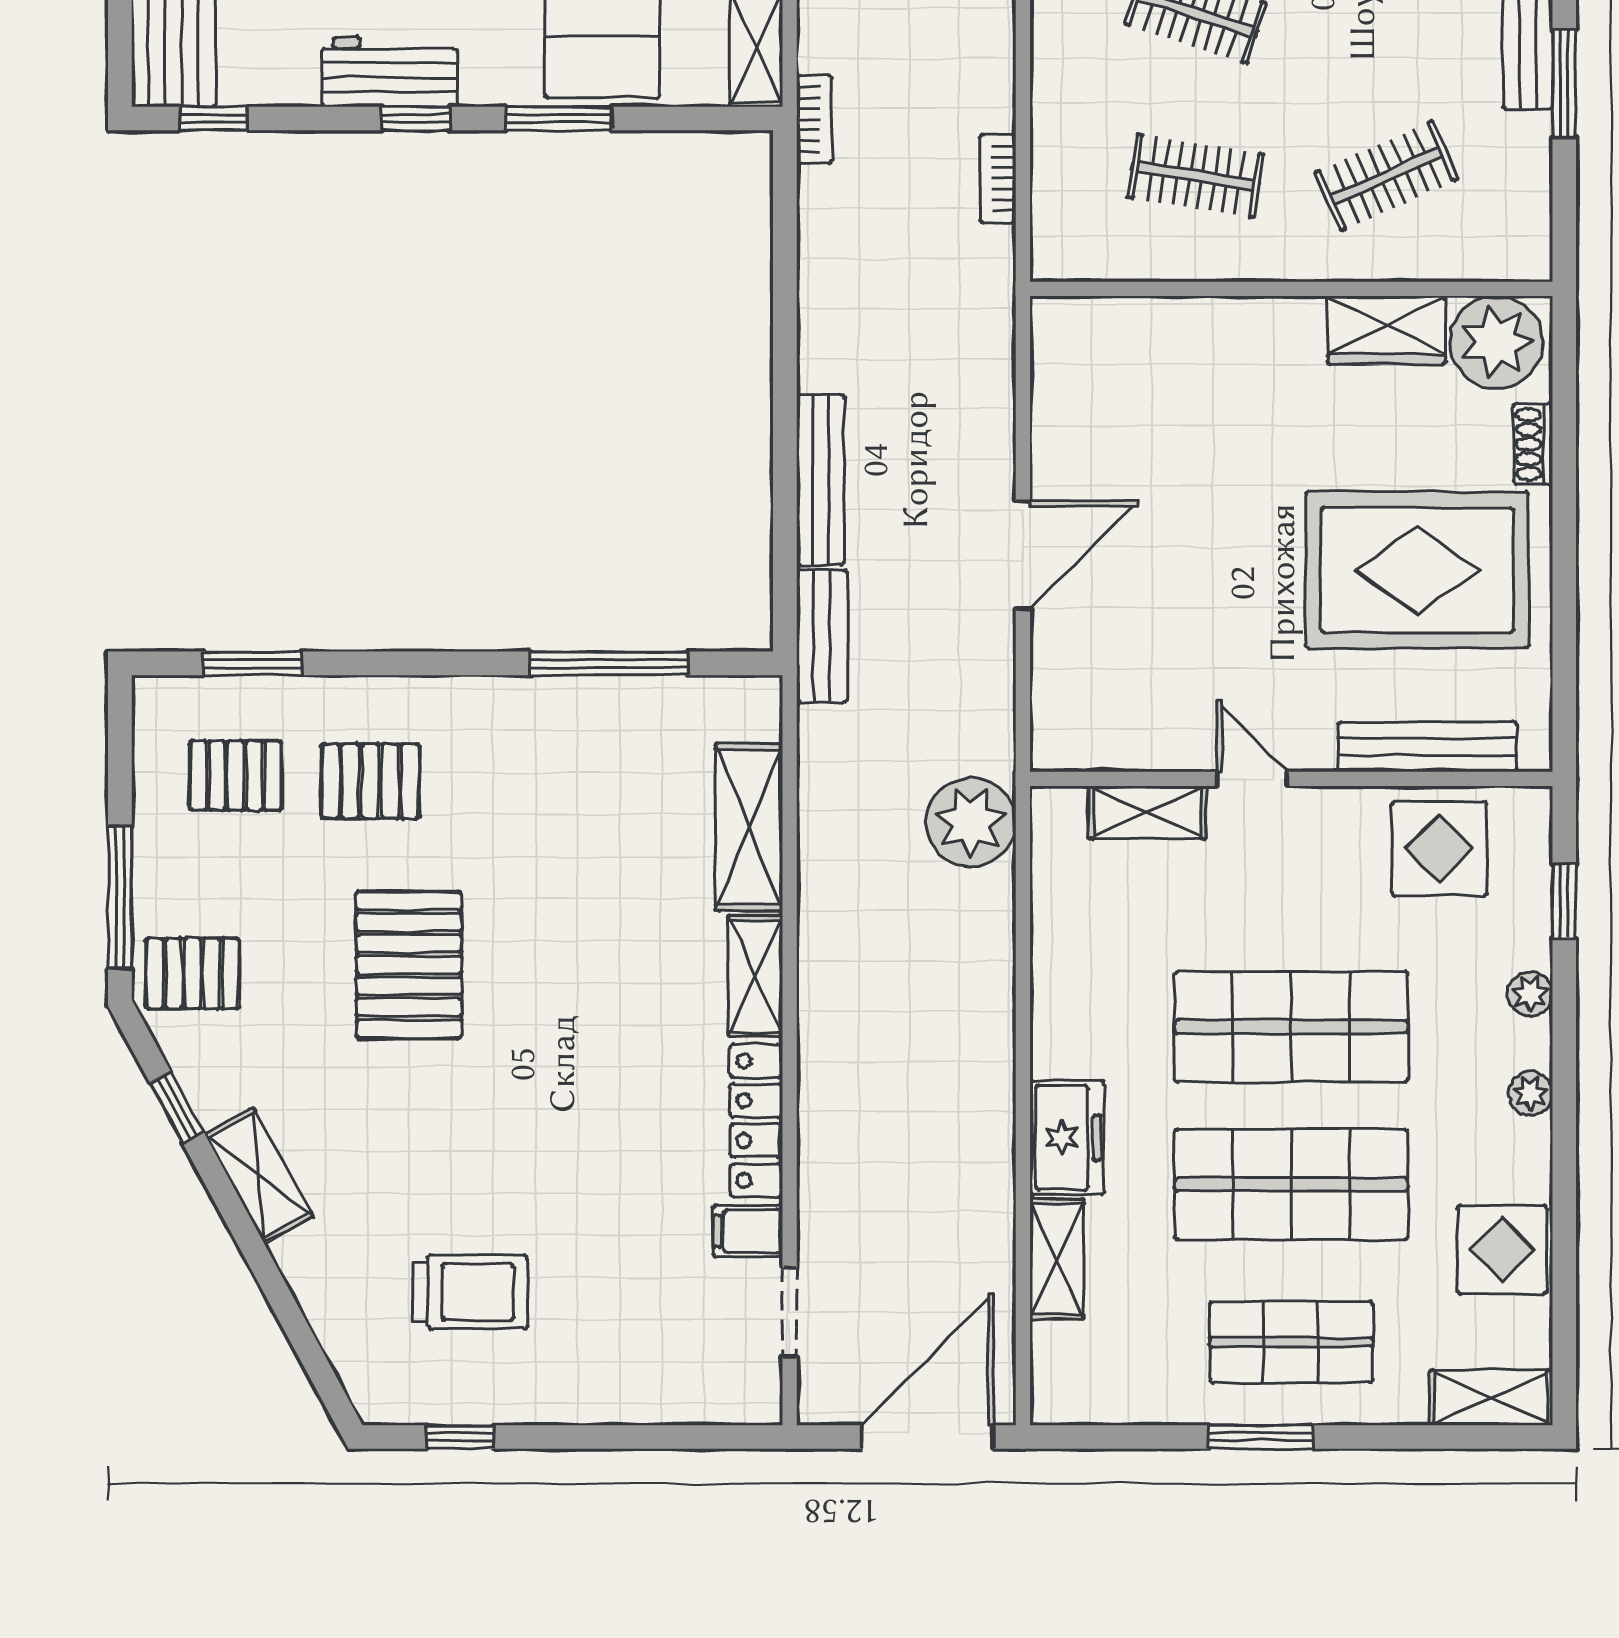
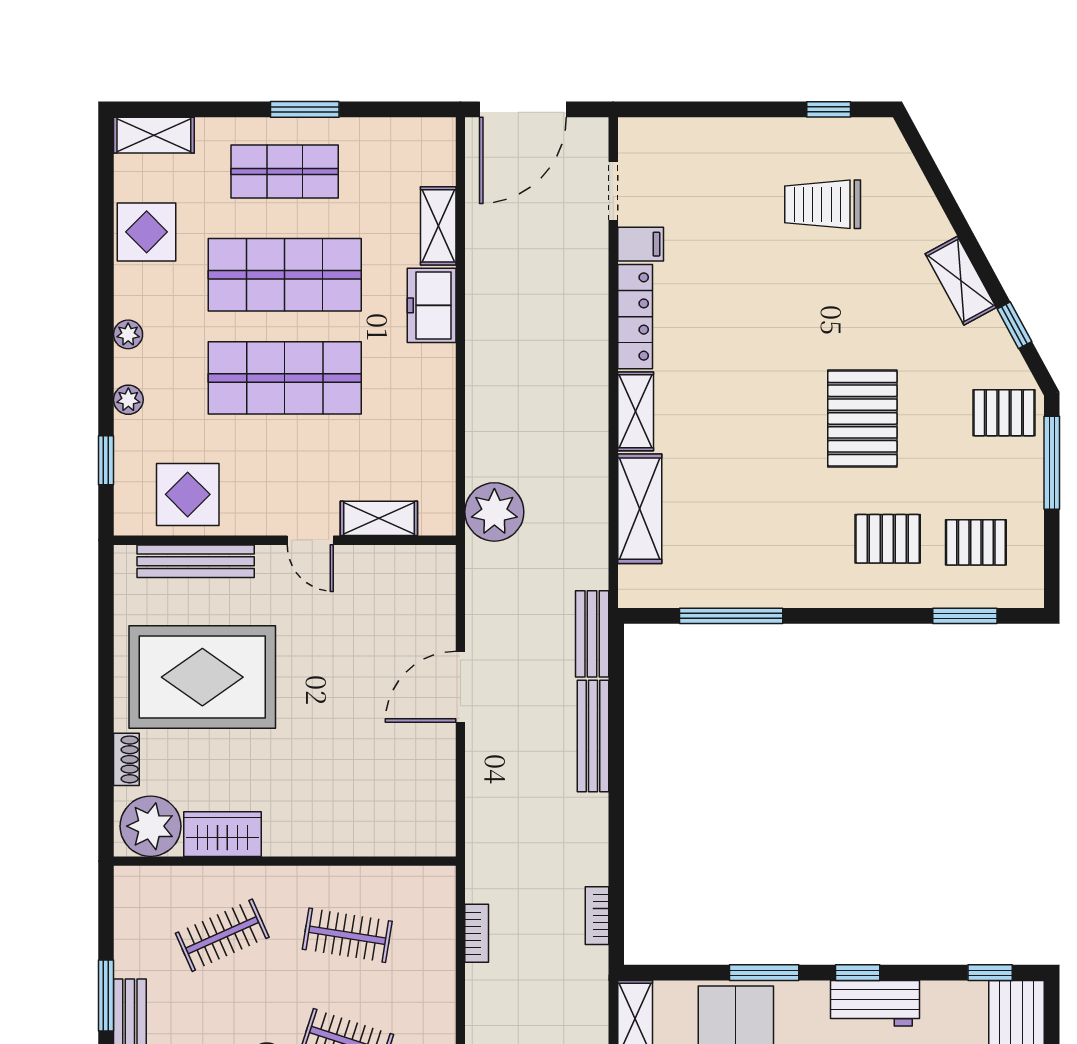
bookcase: (814, 119) -> (597, 916), moved

